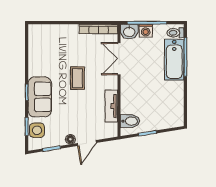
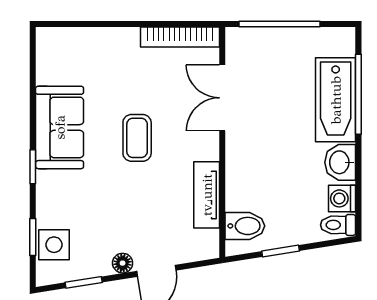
washing machine: (146, 31) -> (342, 198), moved, turned 90
washbasin: (129, 32) -> (340, 162), moved, turned 90
toilet: (175, 33) -> (338, 225), moved
sofa: (40, 97) -> (60, 127), moved

